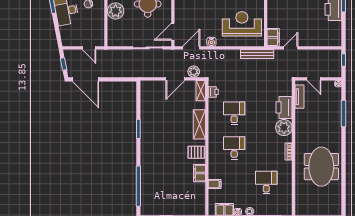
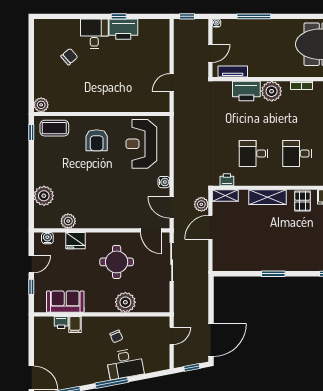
filing cabinet: (273, 37) -> (158, 105), removed
door: (291, 48) -> (172, 82), hinge flipped
bench: (257, 54) -> (179, 125), removed
door: (175, 79) -> (210, 227), swing flipped

